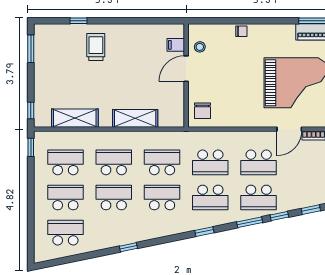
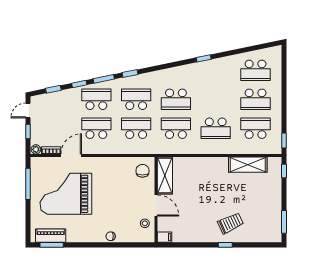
window: (78, 21) -> (225, 245), moved
filing cabinet: (176, 45) -> (165, 237), moved
trolley: (96, 47) -> (230, 223), turned -115
door: (186, 69) -> (156, 205), hinge flipped
shelving: (135, 118) -> (165, 176), moved, turned 90
school desk: (65, 162) -> (256, 128), turned 180
school desk: (162, 162) -> (176, 128), turned 180
school desk: (114, 197) -> (216, 99), removed
window: (204, 232) -> (130, 74), moved

